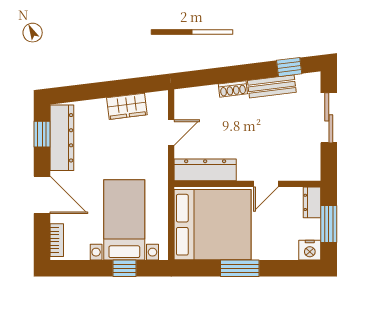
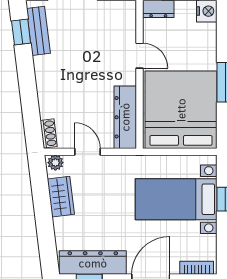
bench: (272, 86) -> (38, 31), moved
shoe rack: (233, 89) -> (49, 133), moved
plant: (160, 101) -> (55, 163), added

